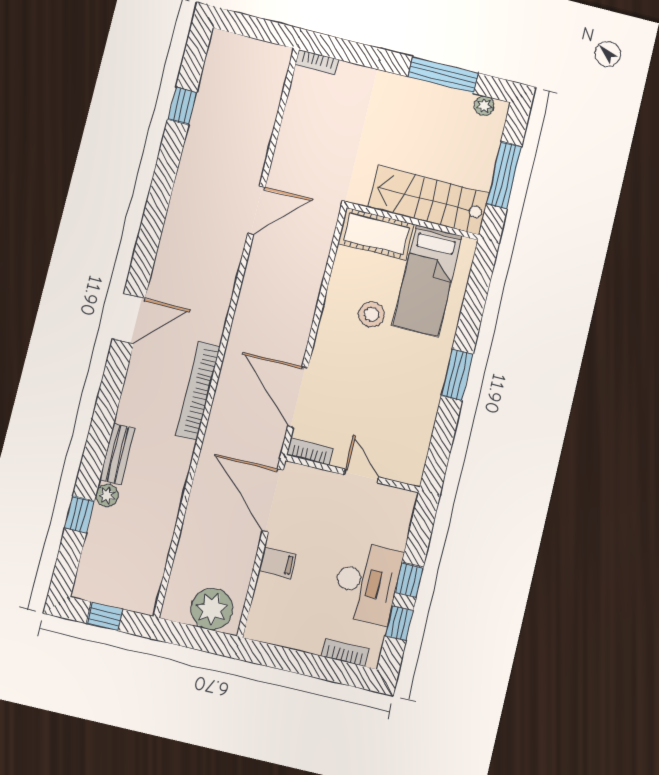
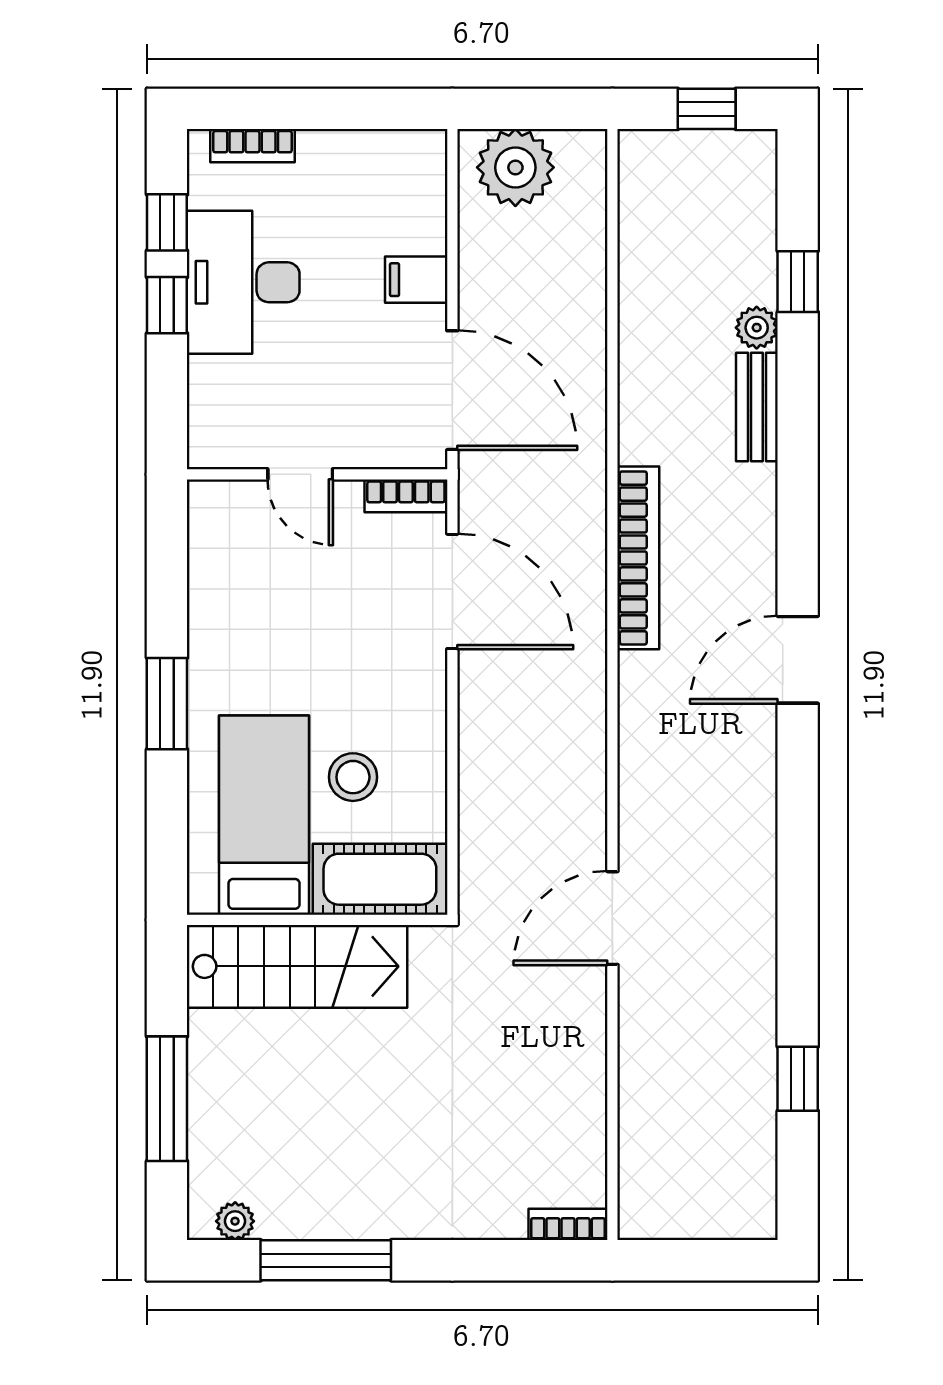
stairs: (429, 200) -> (297, 966), moved
wall: (413, 221) -> (317, 920), moved
cot: (376, 234) -> (380, 879), moved
bed: (427, 281) -> (264, 815), moved

